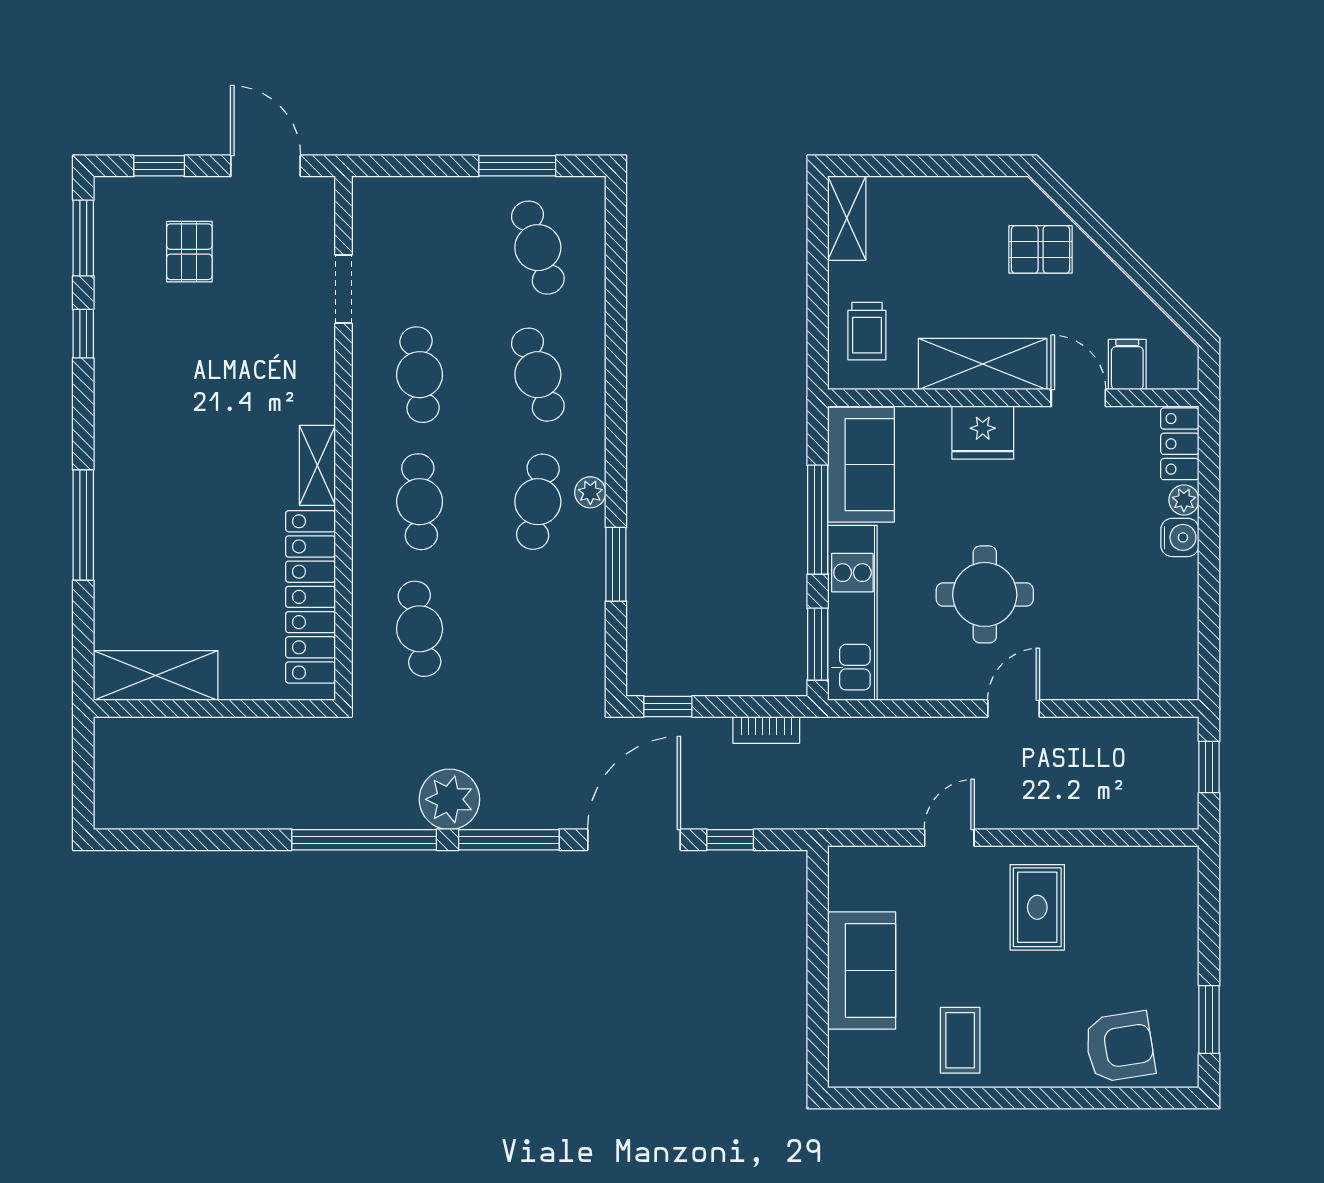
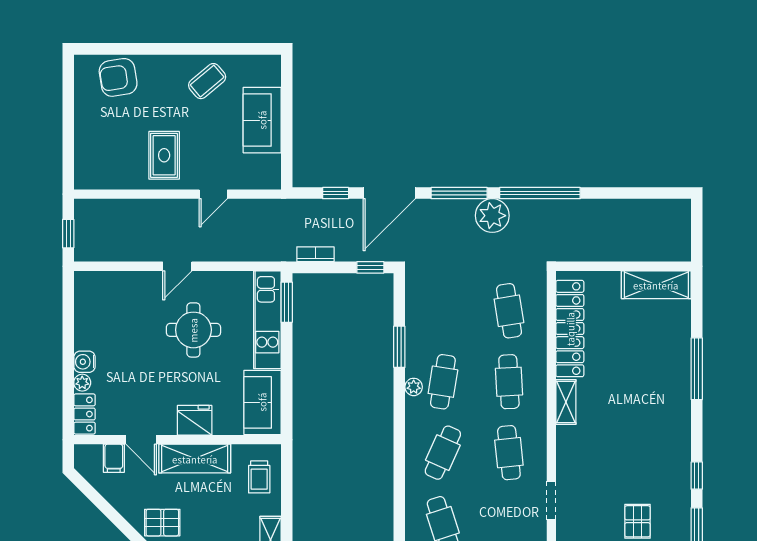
trolley: (867, 331) -> (259, 477), turned 180
cafe table: (538, 375) -> (443, 453), turned 42
window: (818, 520) -> (287, 372), removed
window: (1209, 1019) -> (68, 93), removed
coffee table: (960, 1040) -> (207, 81), turned 50

